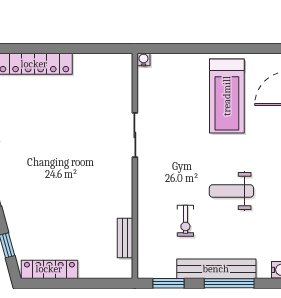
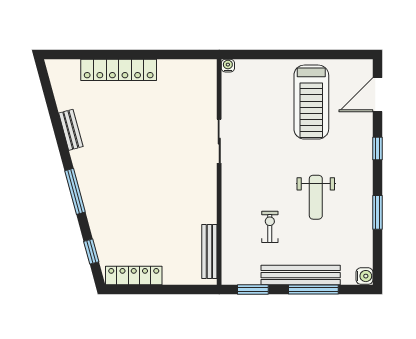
weight bench: (231, 191) -> (316, 197), turned -90
exercise bike: (185, 221) -> (270, 227), turned 180
bench: (125, 238) -> (209, 252), width x1.36

